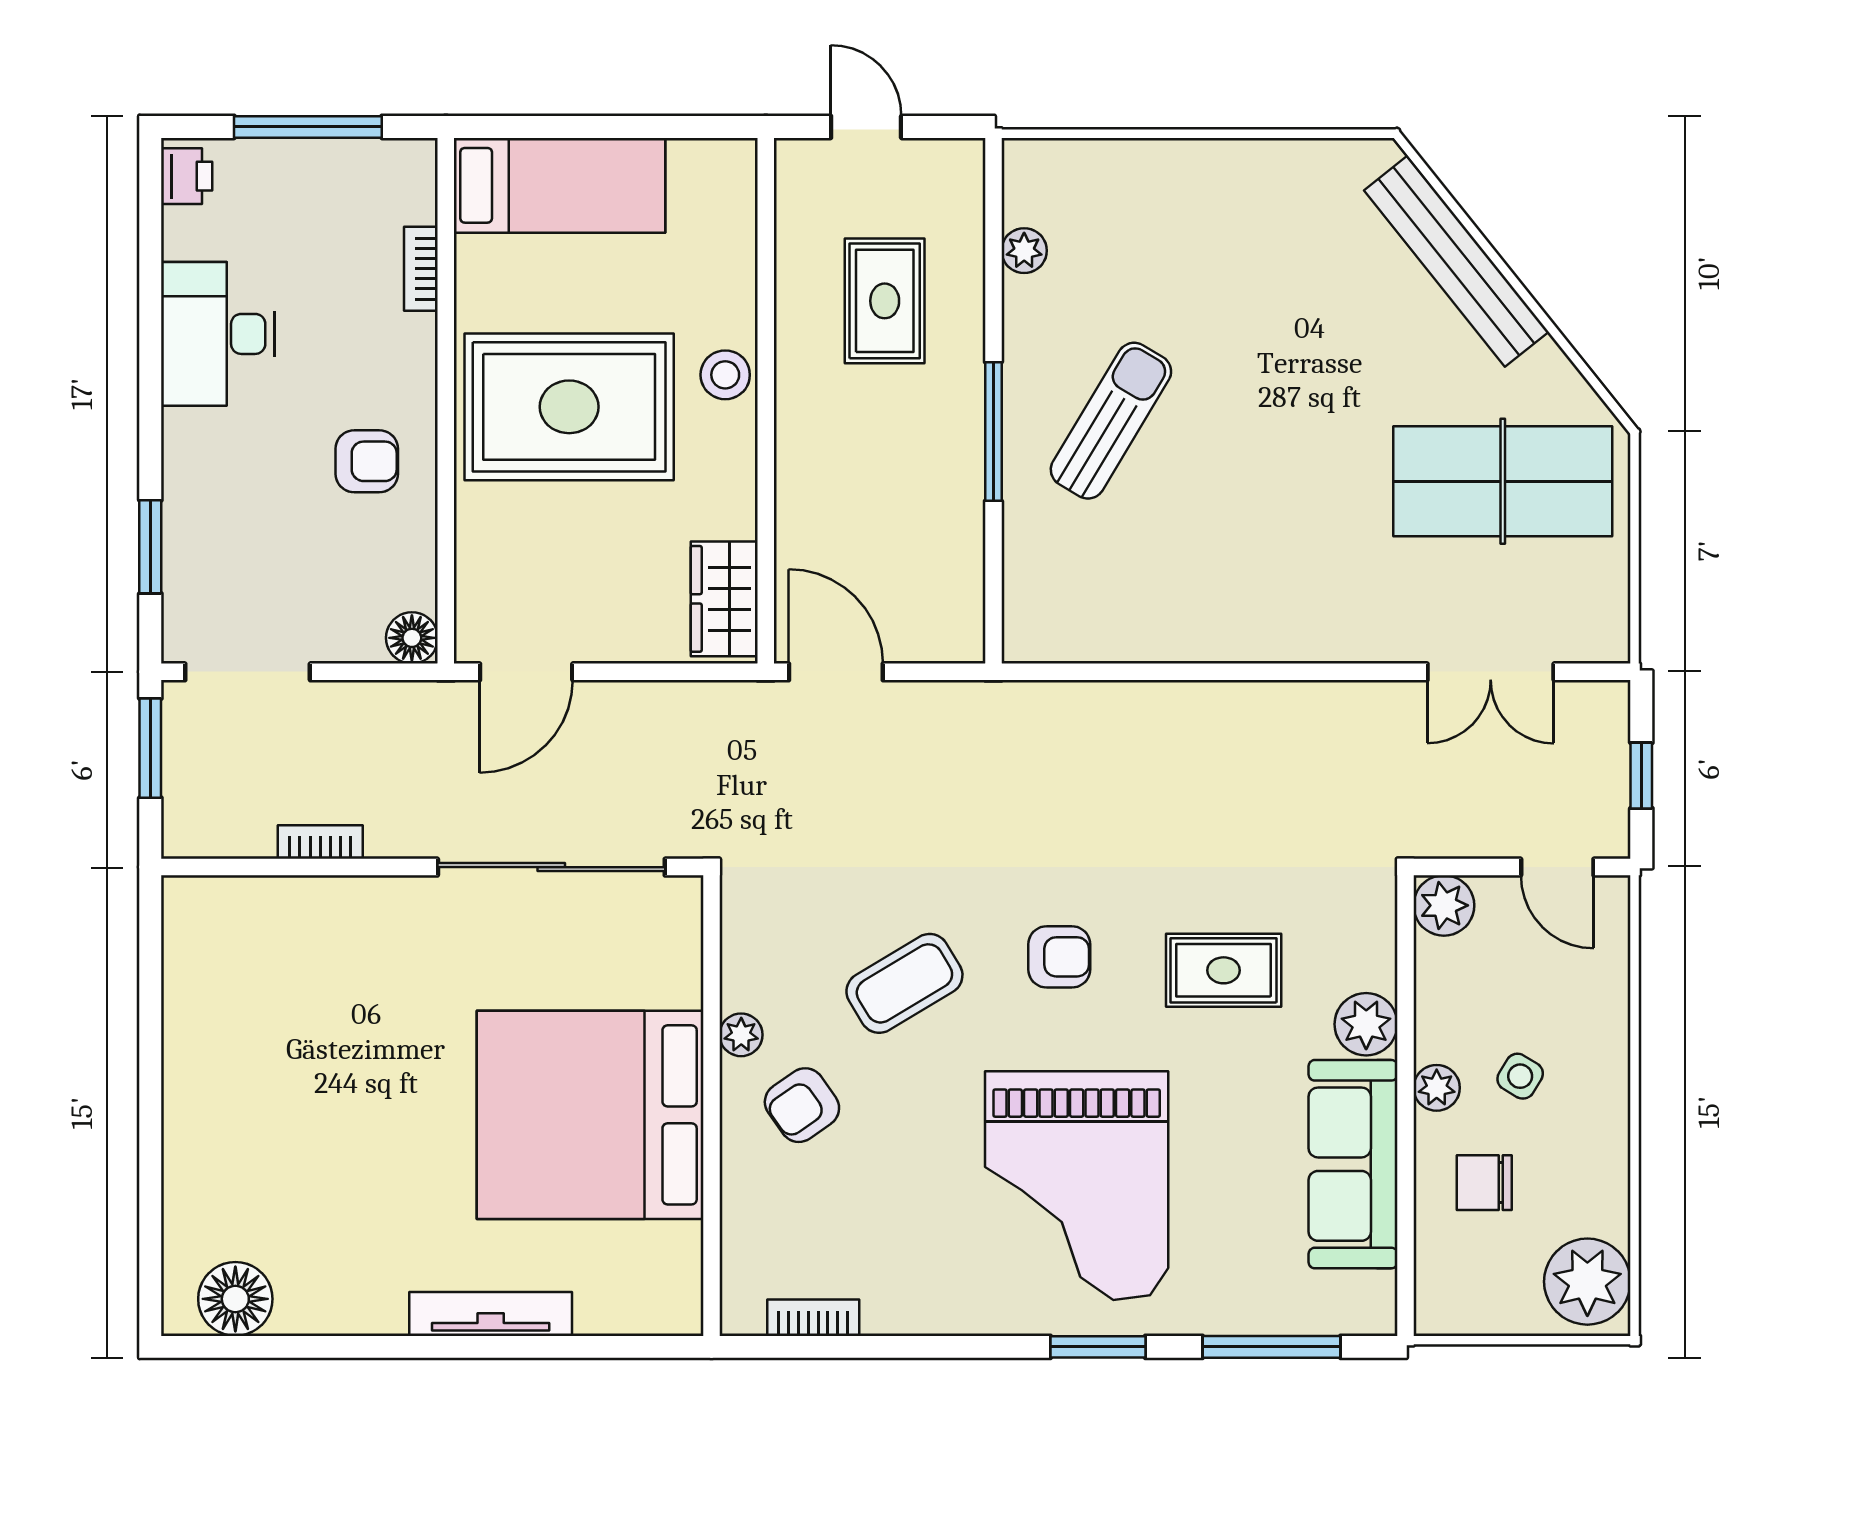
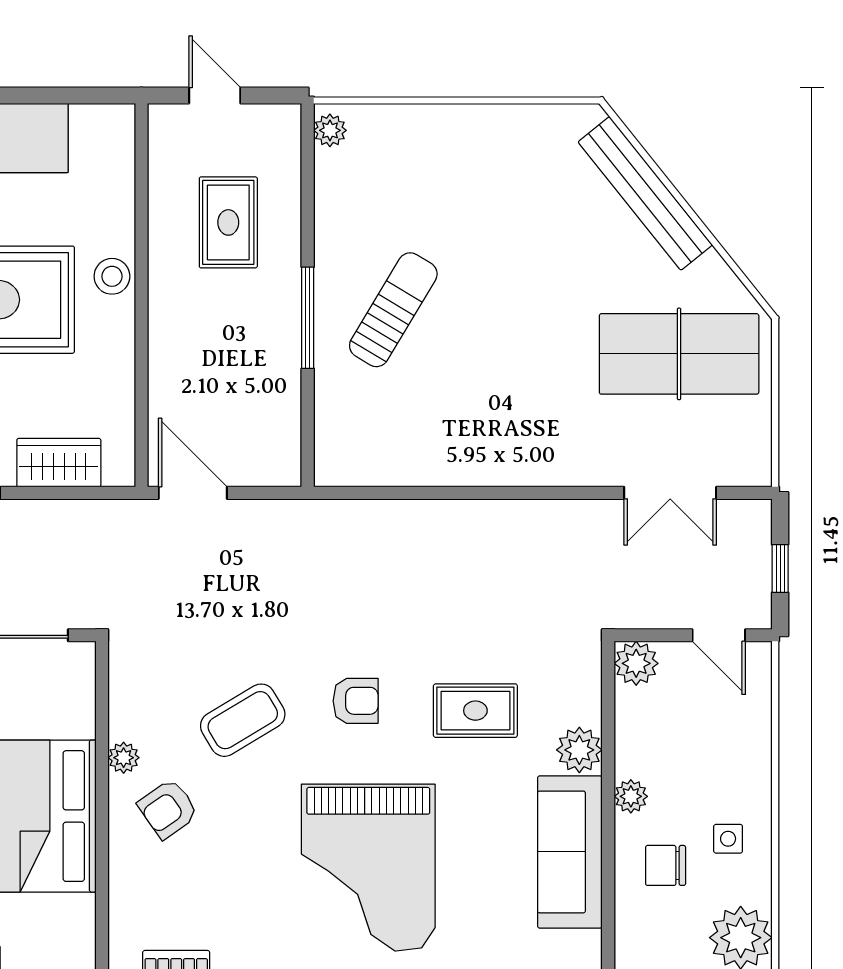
plant: (1024, 251) -> (330, 130), moved
wardrobe: (724, 599) -> (59, 463), moved, turned 90
side table: (1520, 1076) -> (728, 839), moved, turned -31

